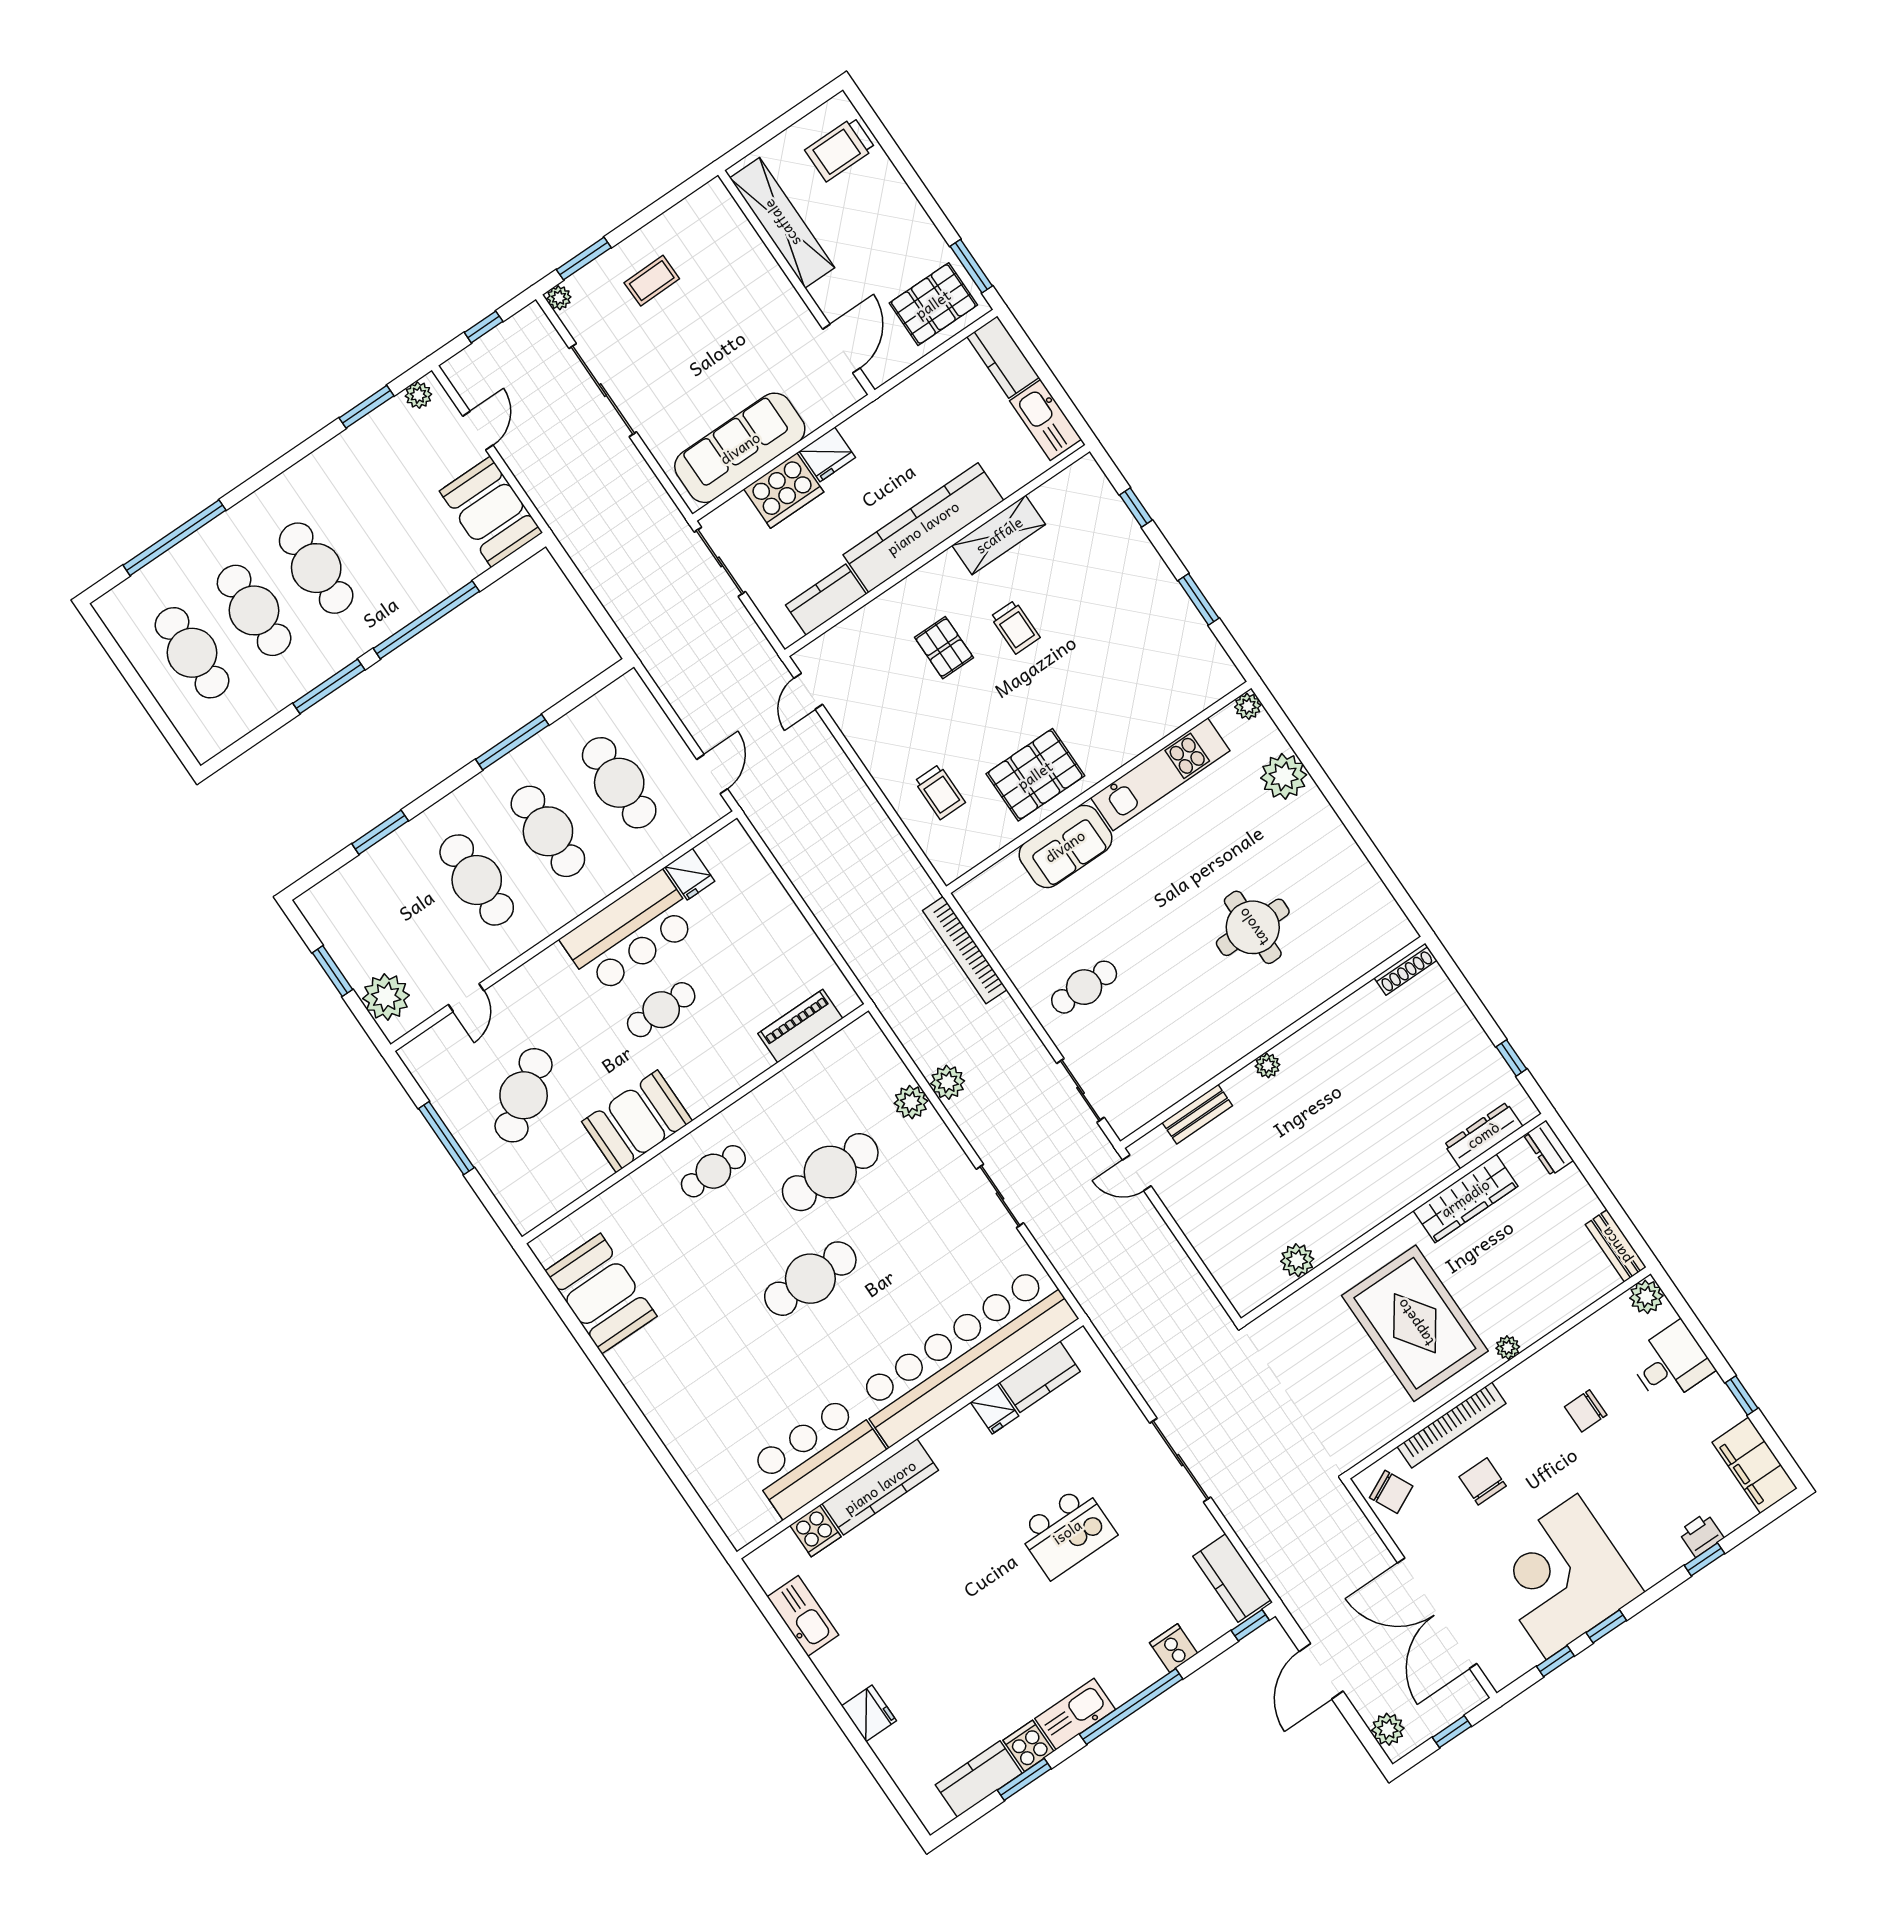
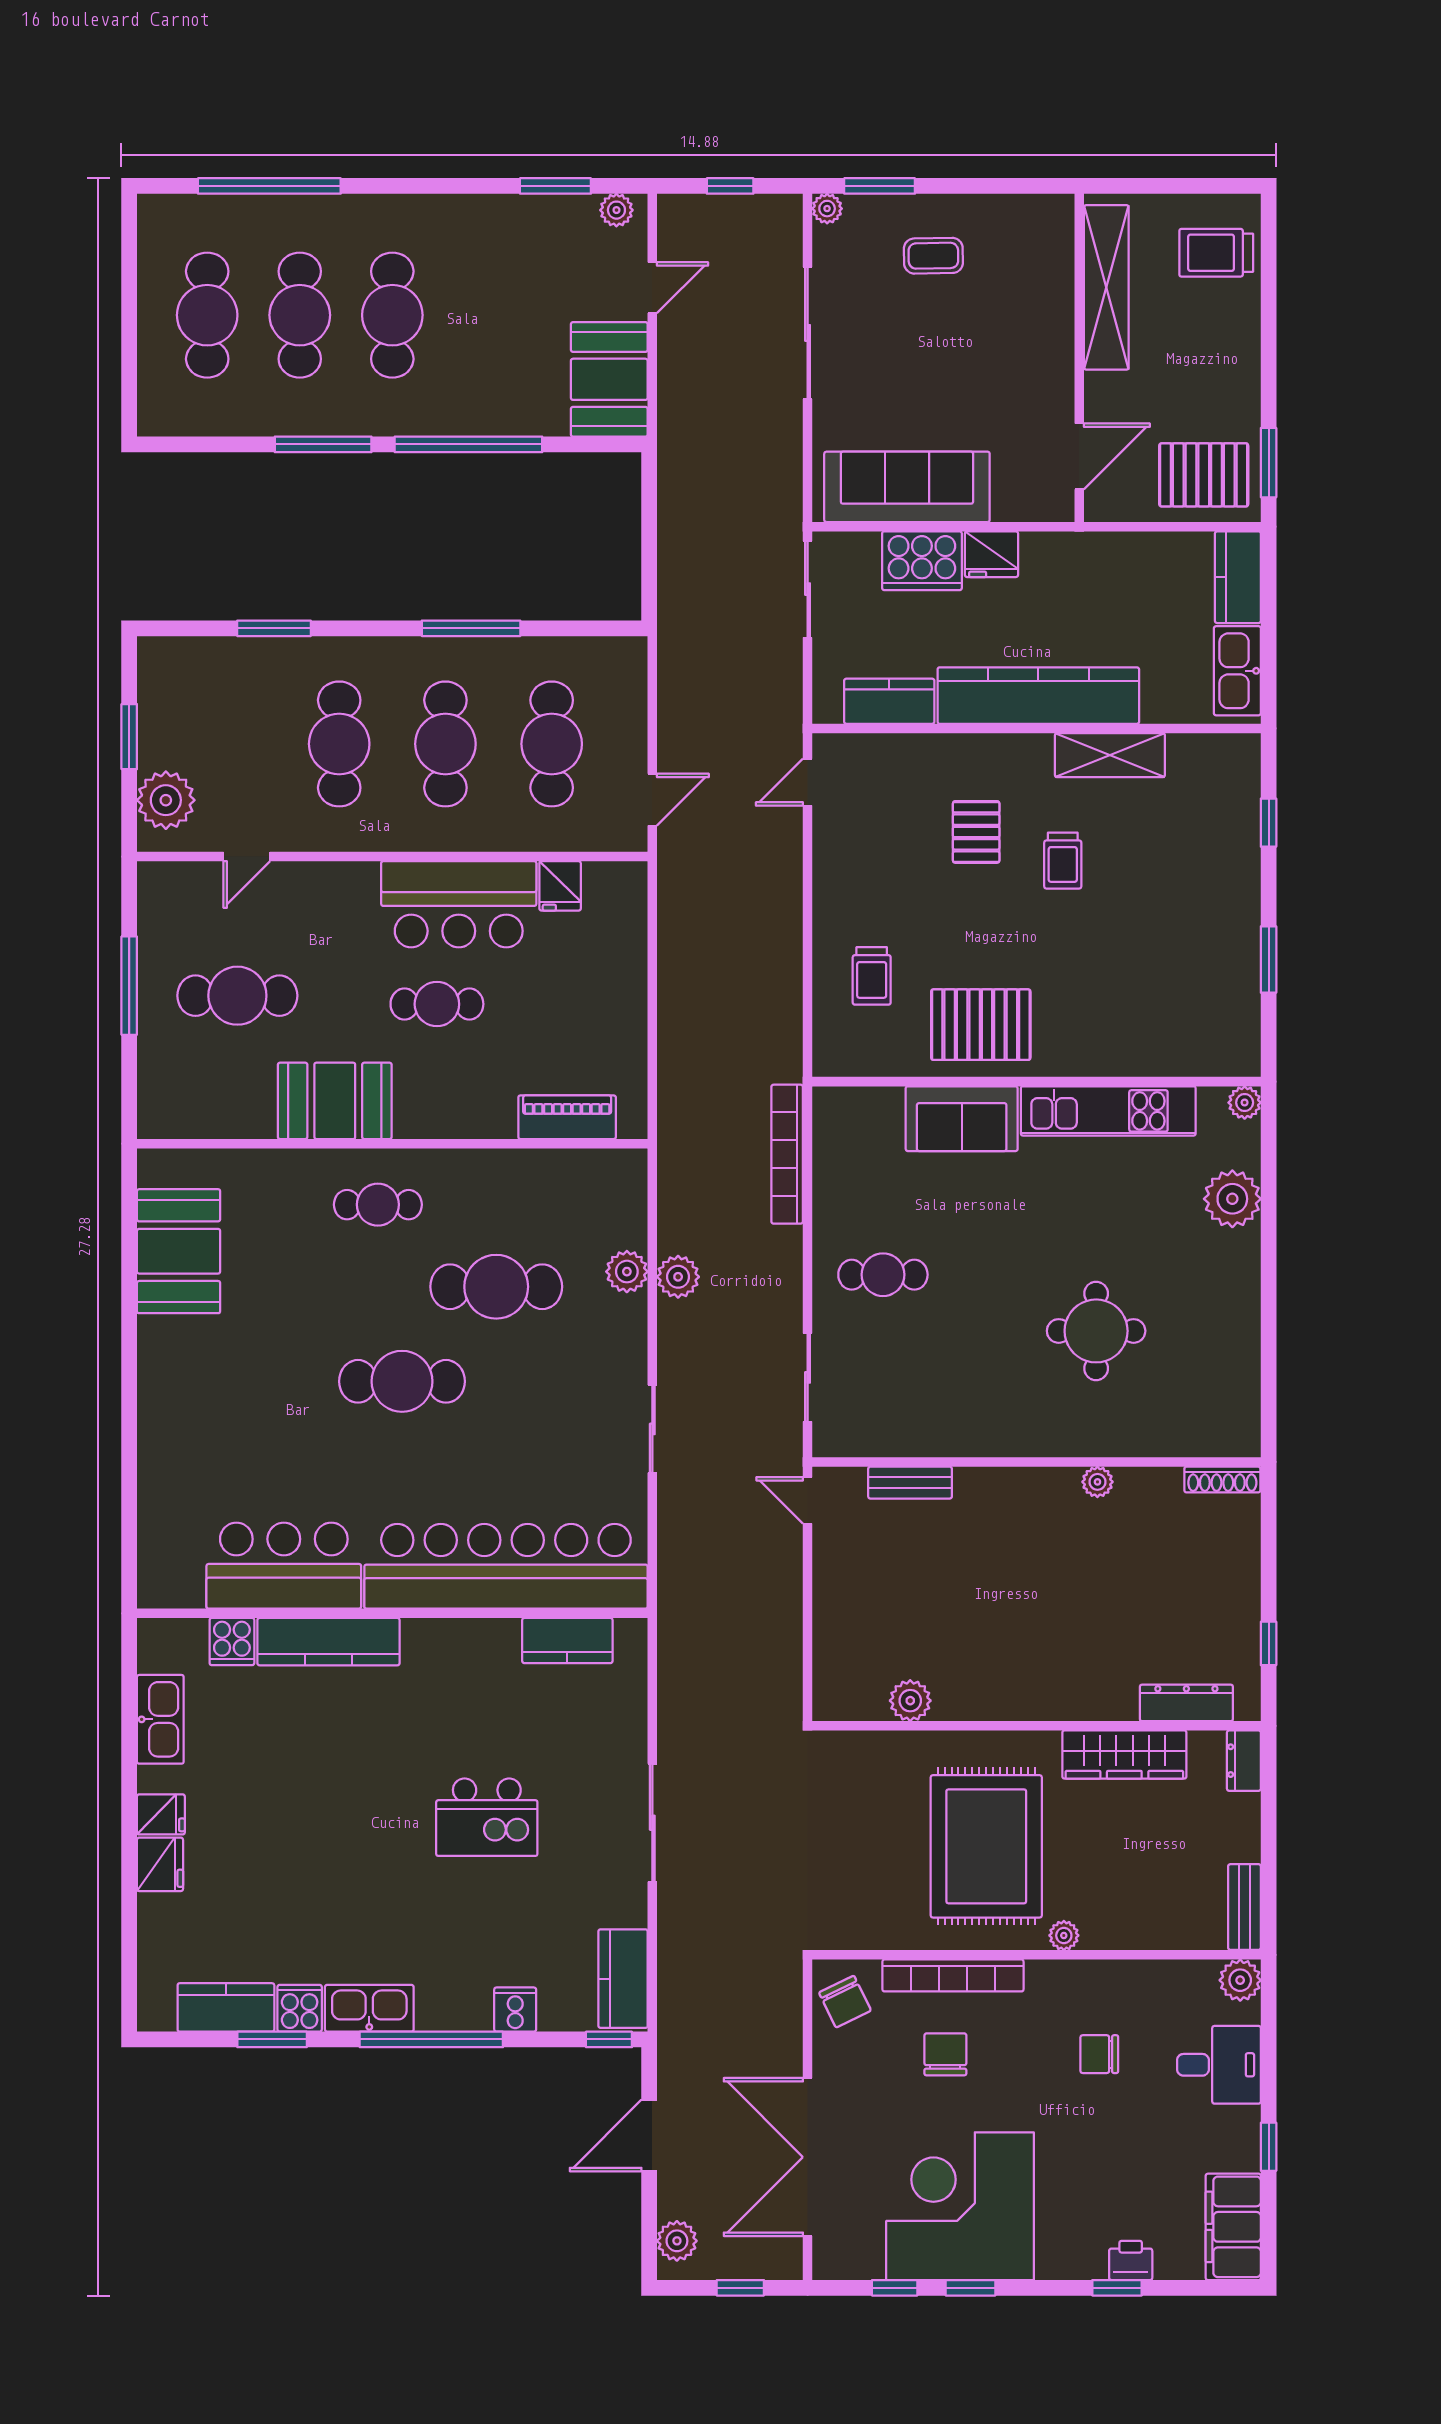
plant: (1268, 1066) -> (1097, 1482), moved
cafe table: (524, 1095) -> (237, 996), turned 35
fridge: (995, 1409) -> (161, 1814), moved, turned -90

